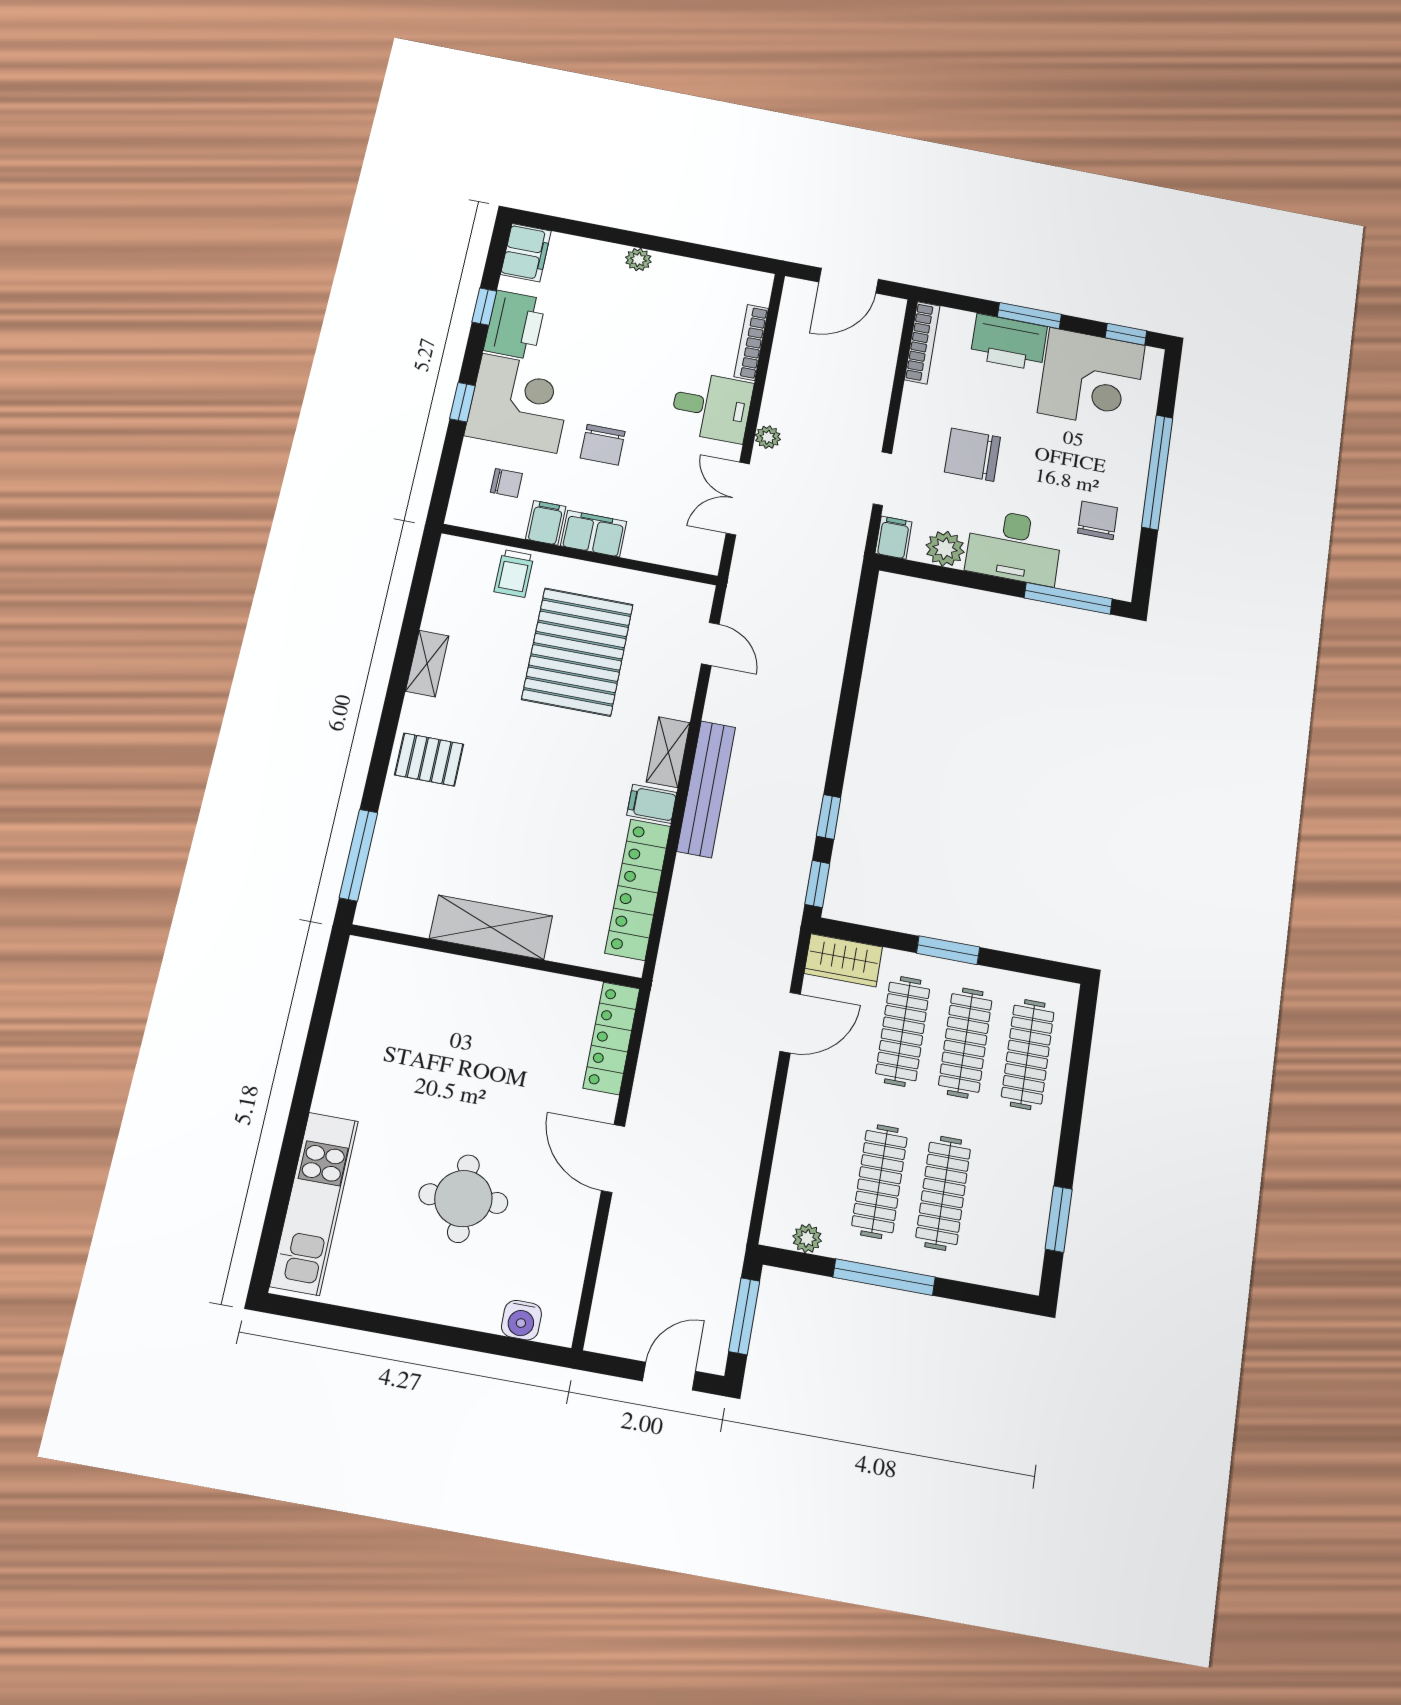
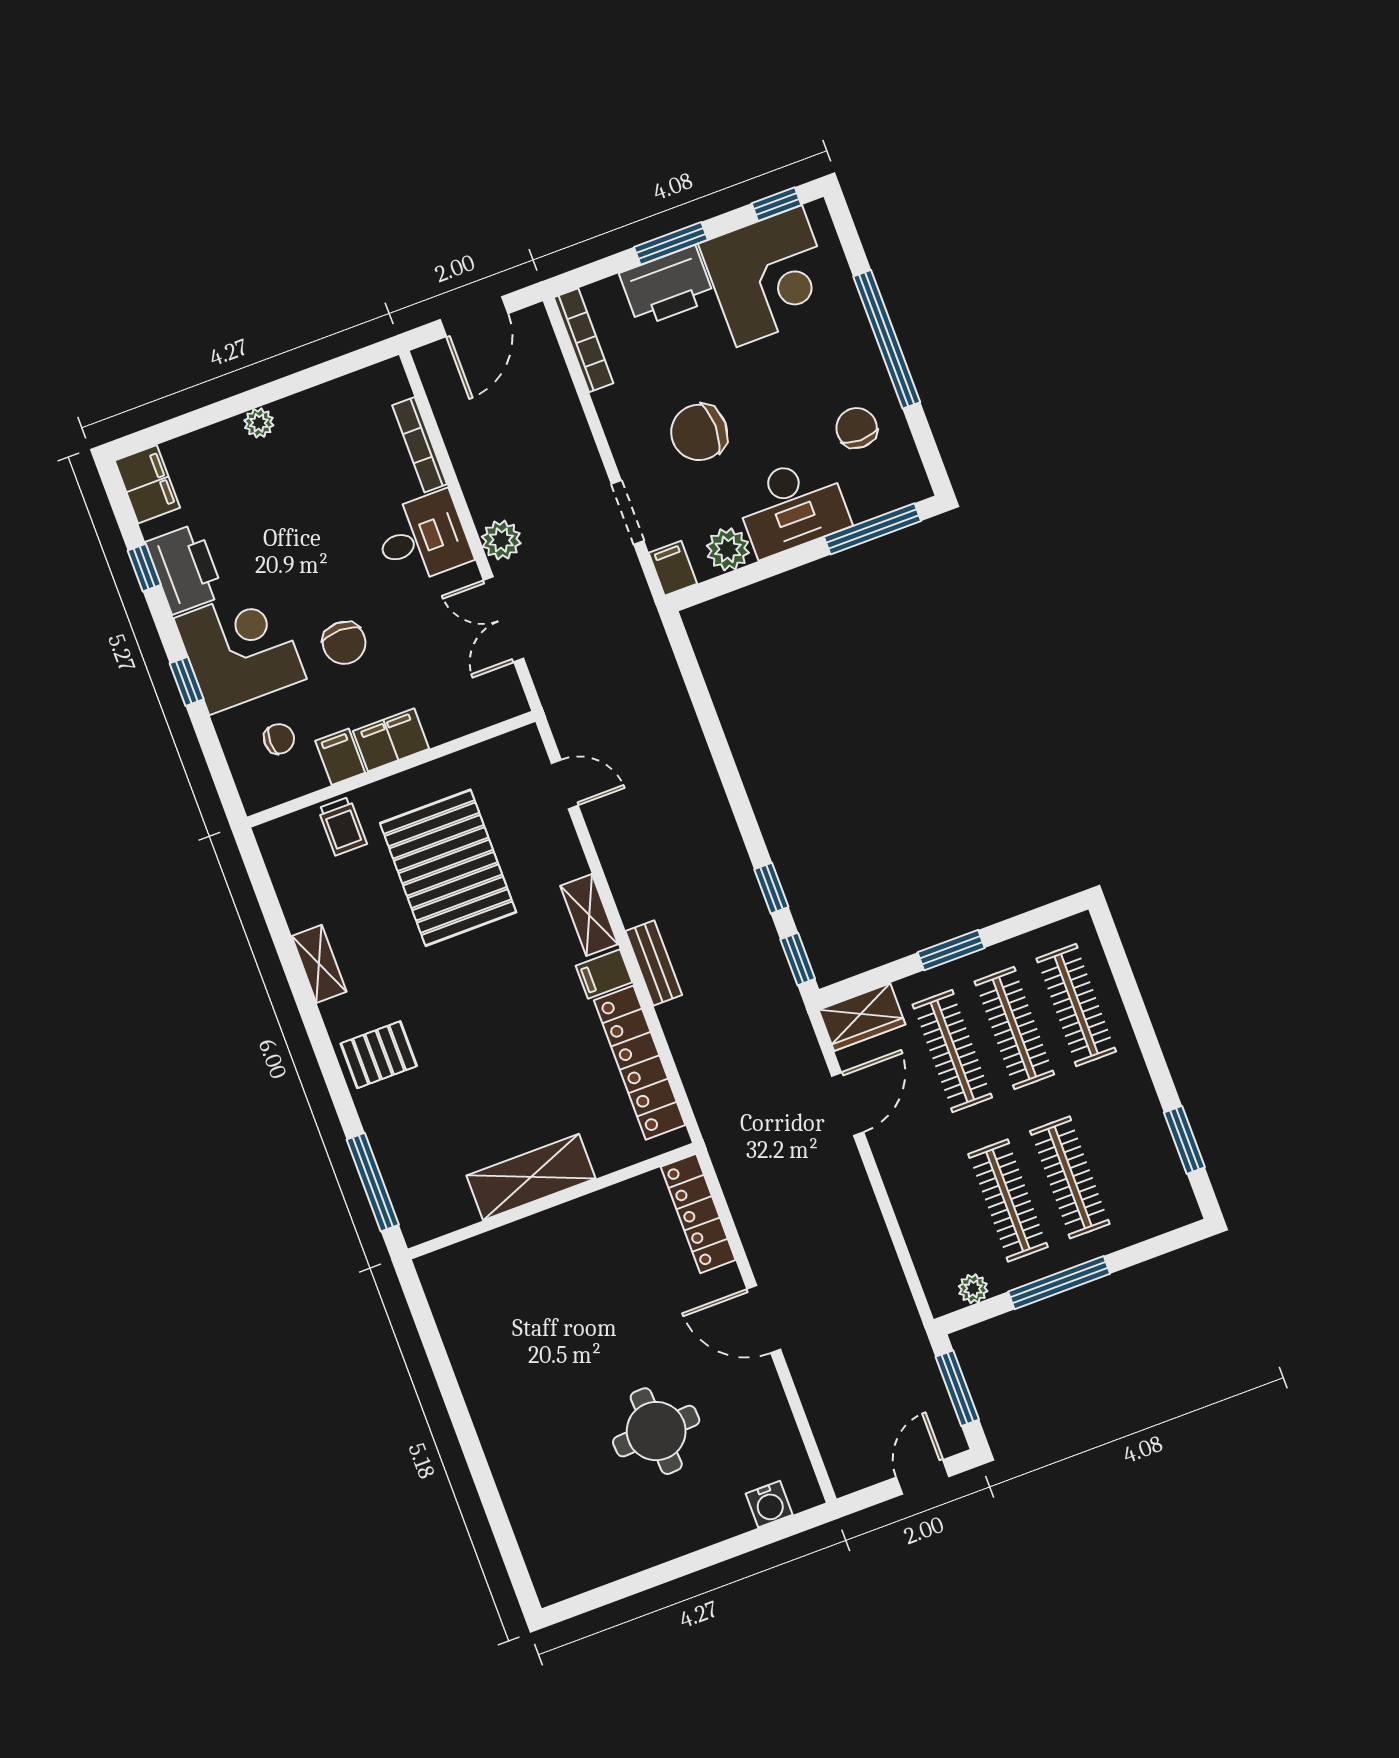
plant: (768, 437) -> (501, 540), width x1.38, depth x1.38
bench: (706, 789) -> (654, 963), width x0.54, depth x0.82
kitchen unit: (314, 1203) -> (532, 1511), removed

